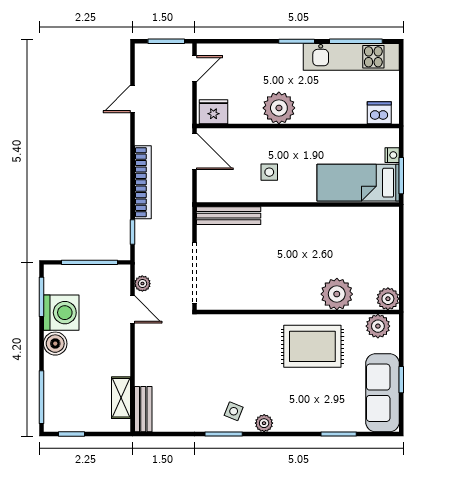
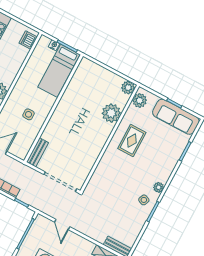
bench: (229, 216) -> (37, 152), width x0.73
plant: (142, 284) -> (51, 212), removed
door: (132, 309) -> (62, 224), swing flipped
rug: (312, 346) -> (132, 141), width x0.73, depth x0.70

